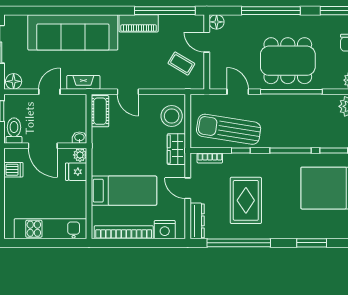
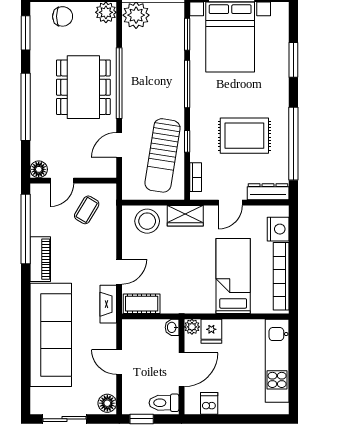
fireplace: (83, 82) -> (108, 304), moved

